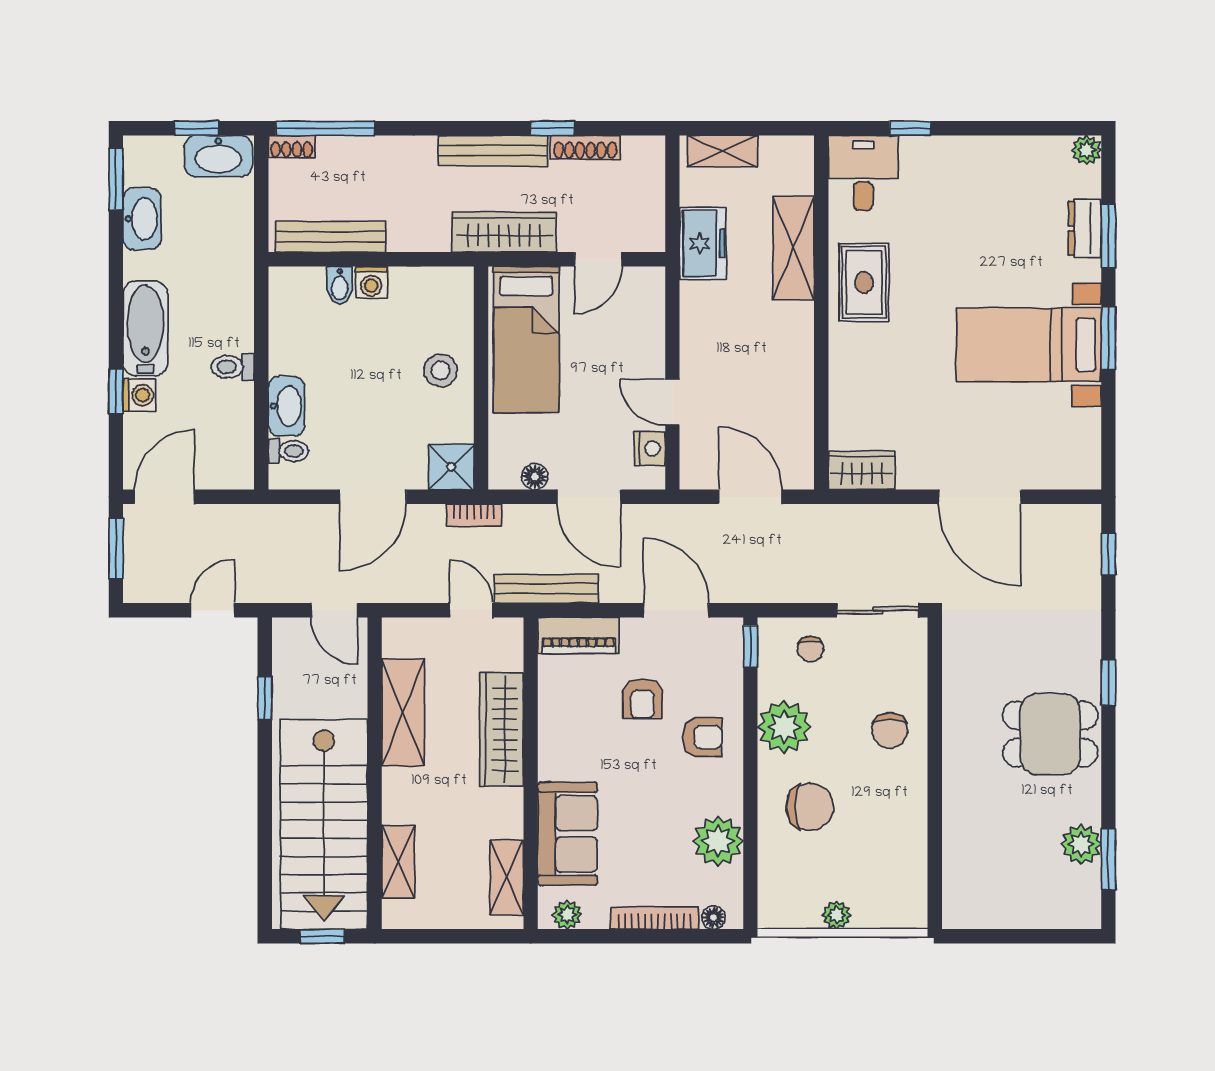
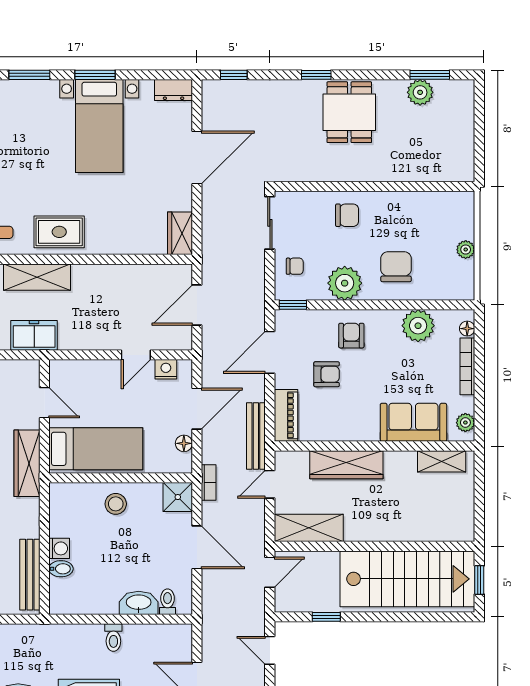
dresser: (1085, 228) -> (174, 90), moved
shelving: (403, 712) -> (309, 528), moved
shelving: (398, 862) -> (431, 531), removed

